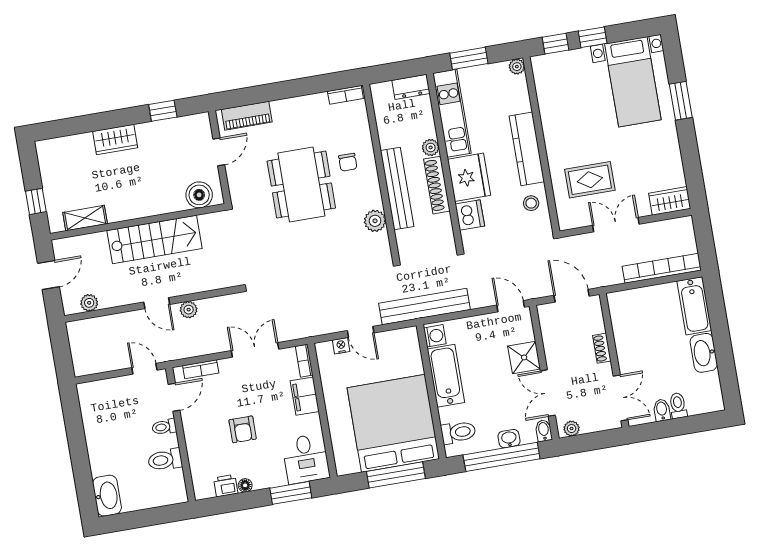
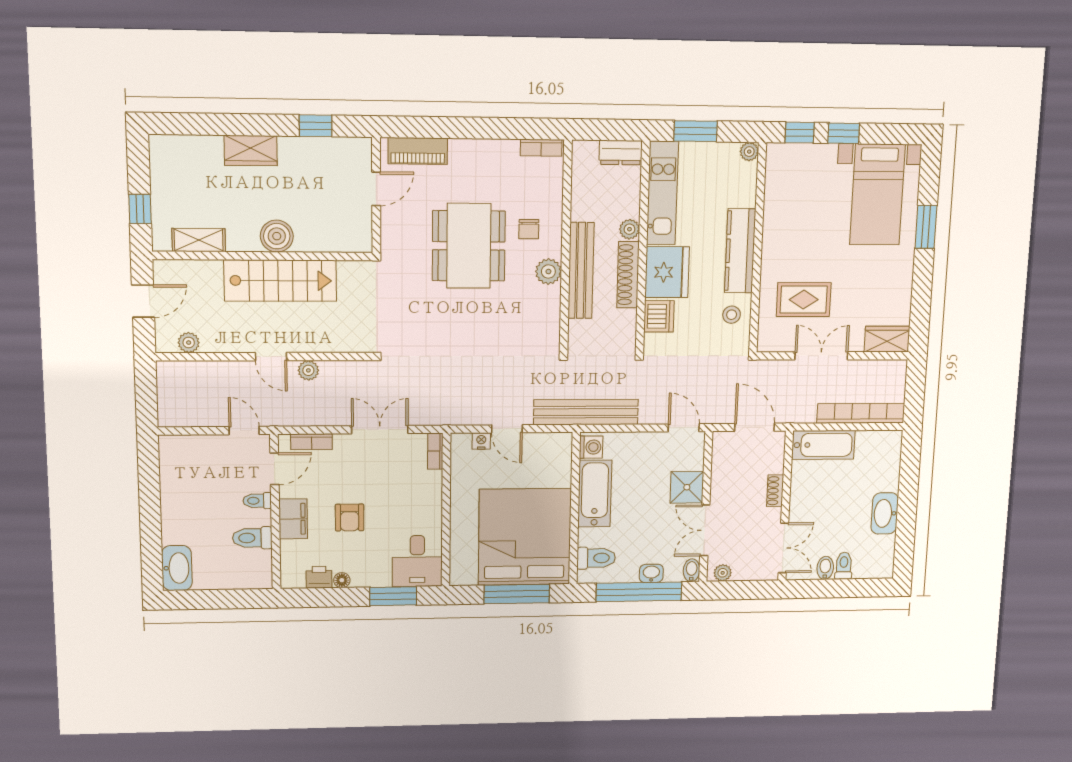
boiler: (199, 195) -> (277, 236), moved
plant: (375, 221) -> (548, 272), moved
bathtub: (694, 306) -> (823, 445), moved, turned -90
filing cabinet: (305, 396) -> (293, 519), moved, turned 180

